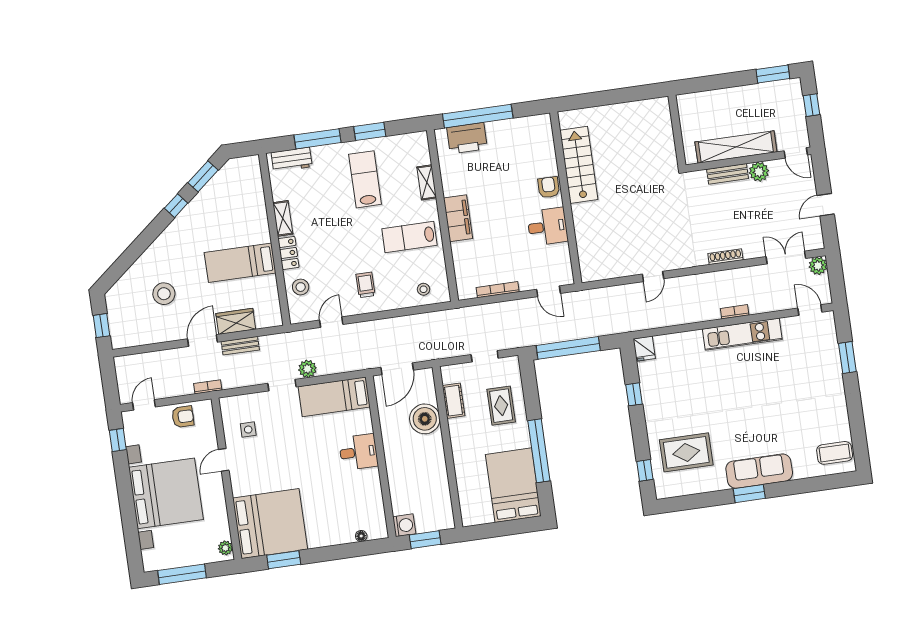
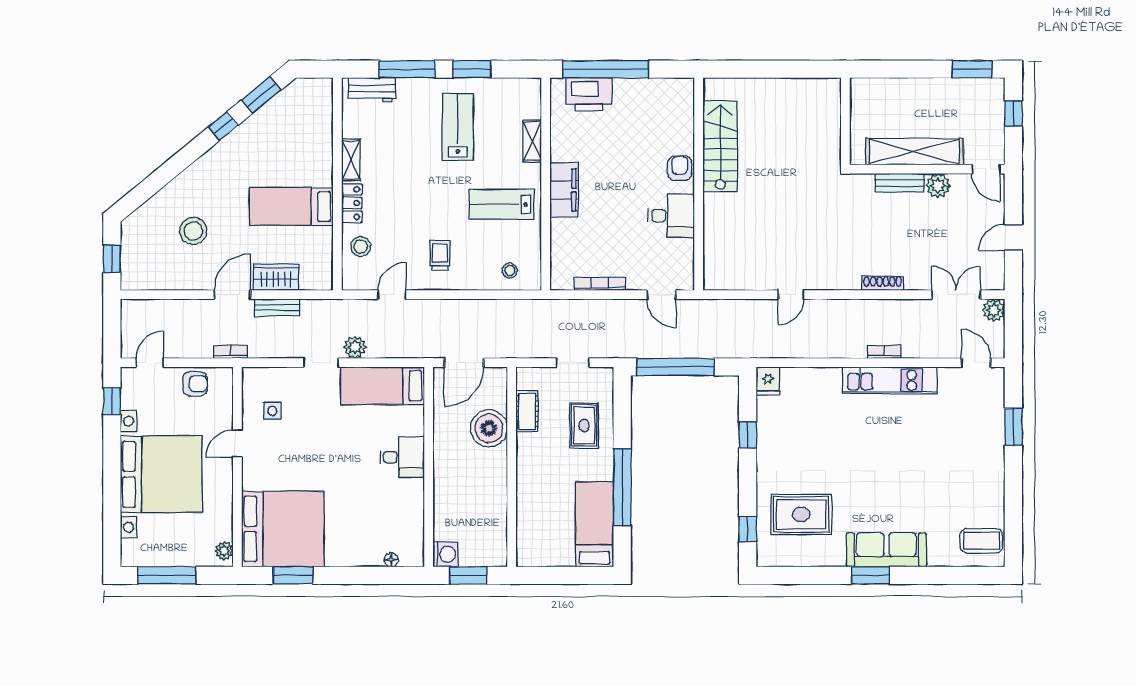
bed: (513, 485) -> (595, 524), width x0.67

